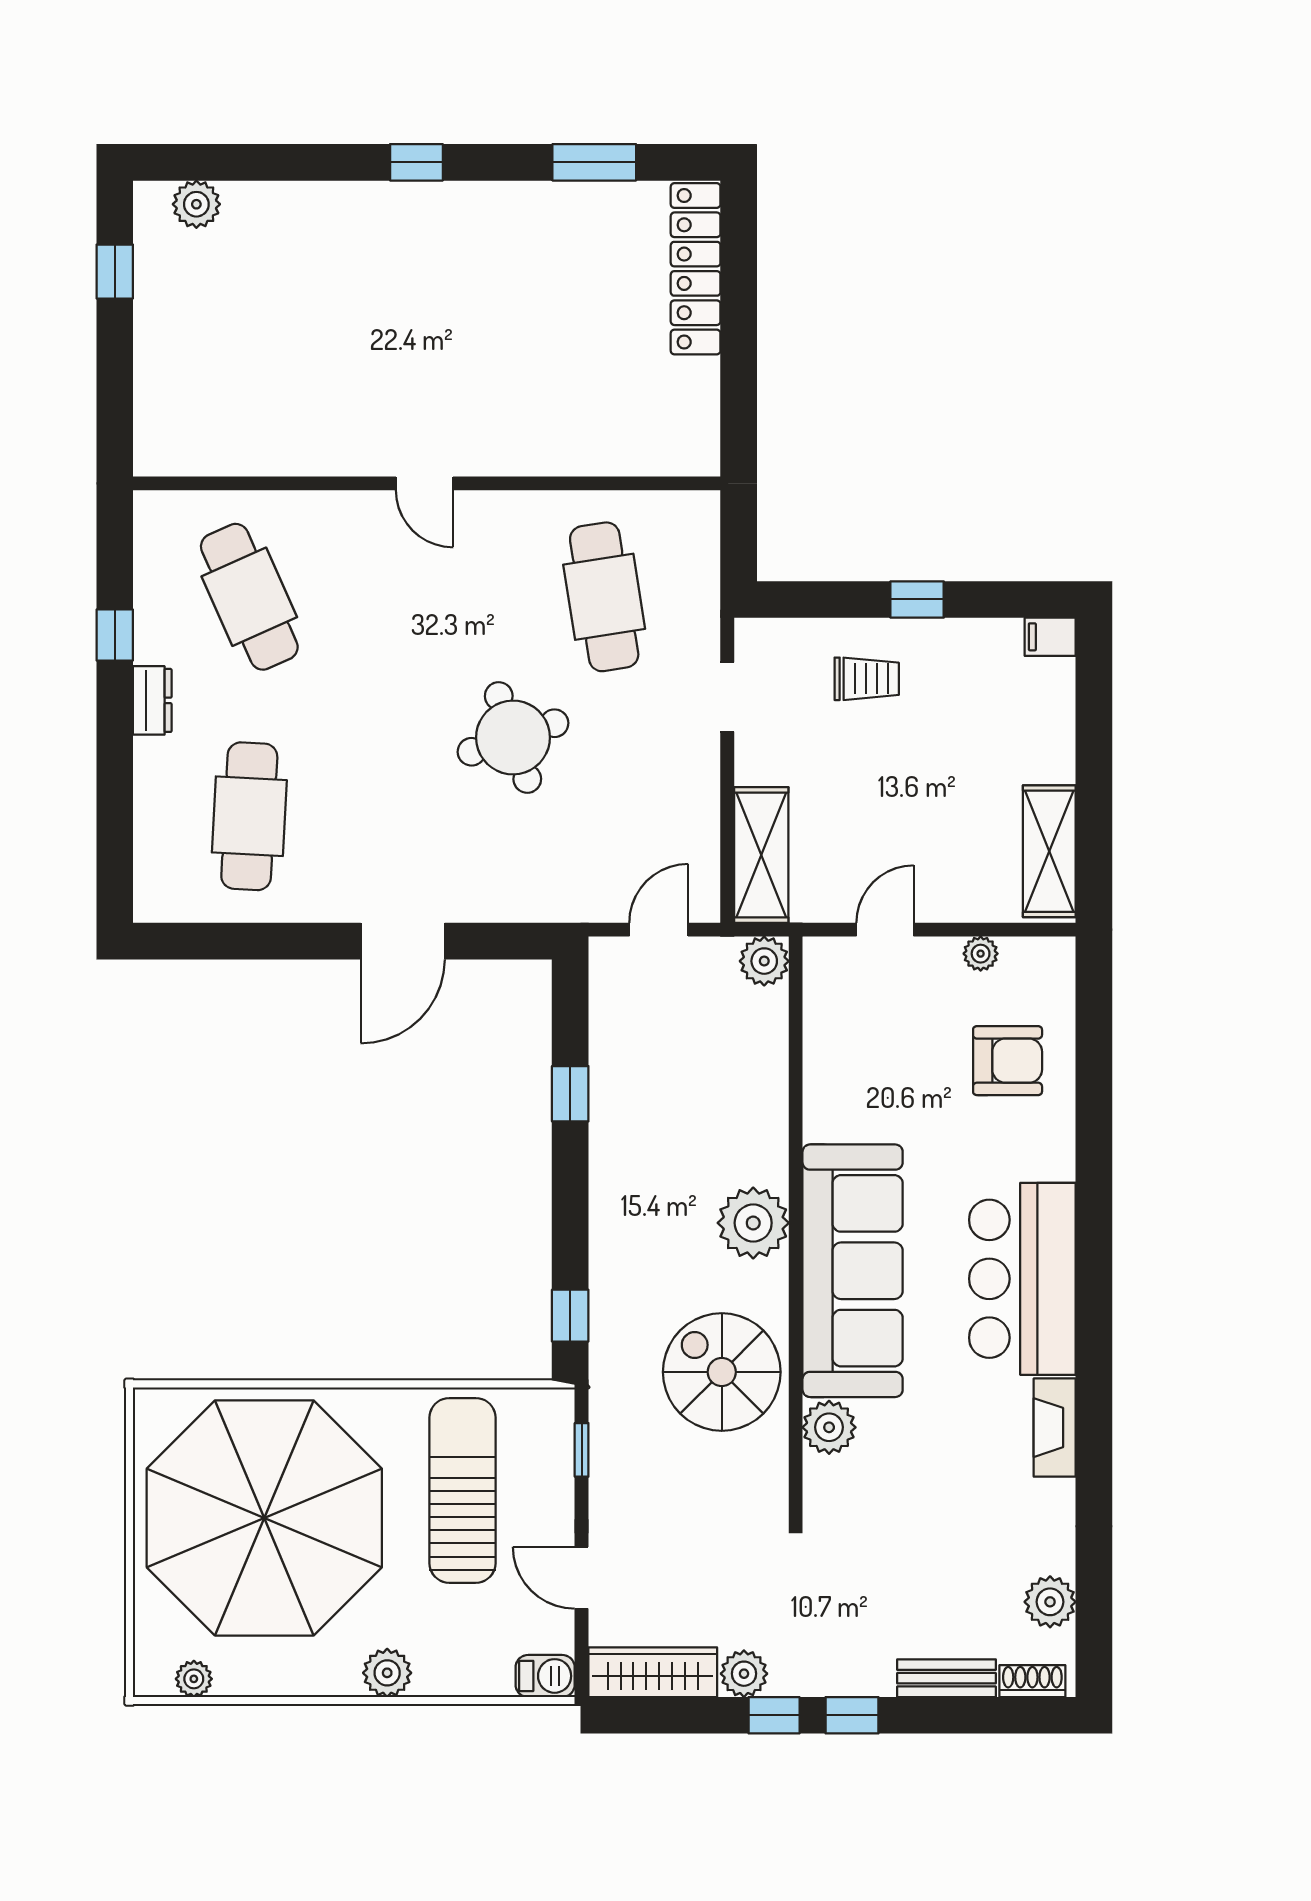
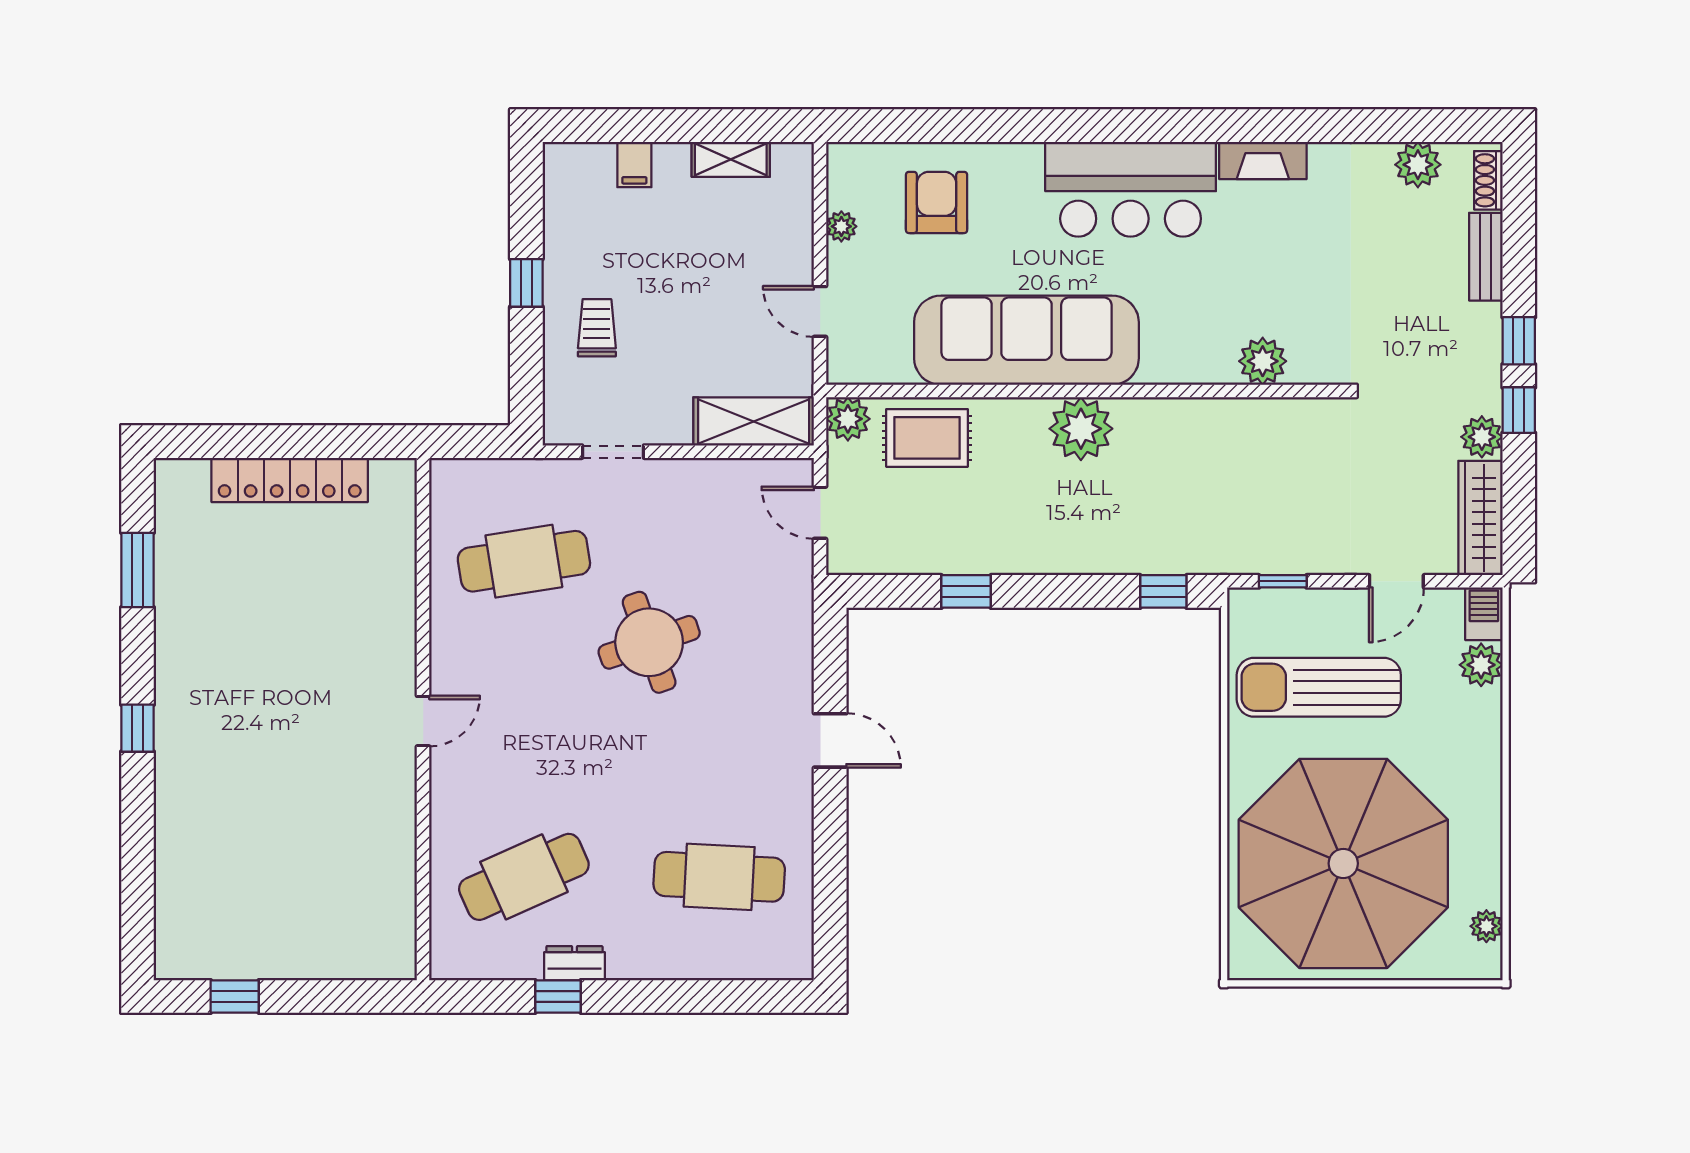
plant: (196, 204) -> (175, 924), removed
locker: (696, 269) -> (290, 480), moved
filing cabinet: (1050, 637) -> (634, 164), moved
dresser: (152, 700) -> (574, 963), moved
shelving: (1049, 851) -> (731, 159), width x0.67, depth x0.75
door: (403, 941) -> (830, 740), width x0.73
rug: (743, 1050) -> (927, 438), added
sofa: (853, 1271) -> (1026, 340), moved
spiral stairs: (722, 1372) -> (1214, 457), removed
plant: (387, 1673) -> (1481, 665), moved

